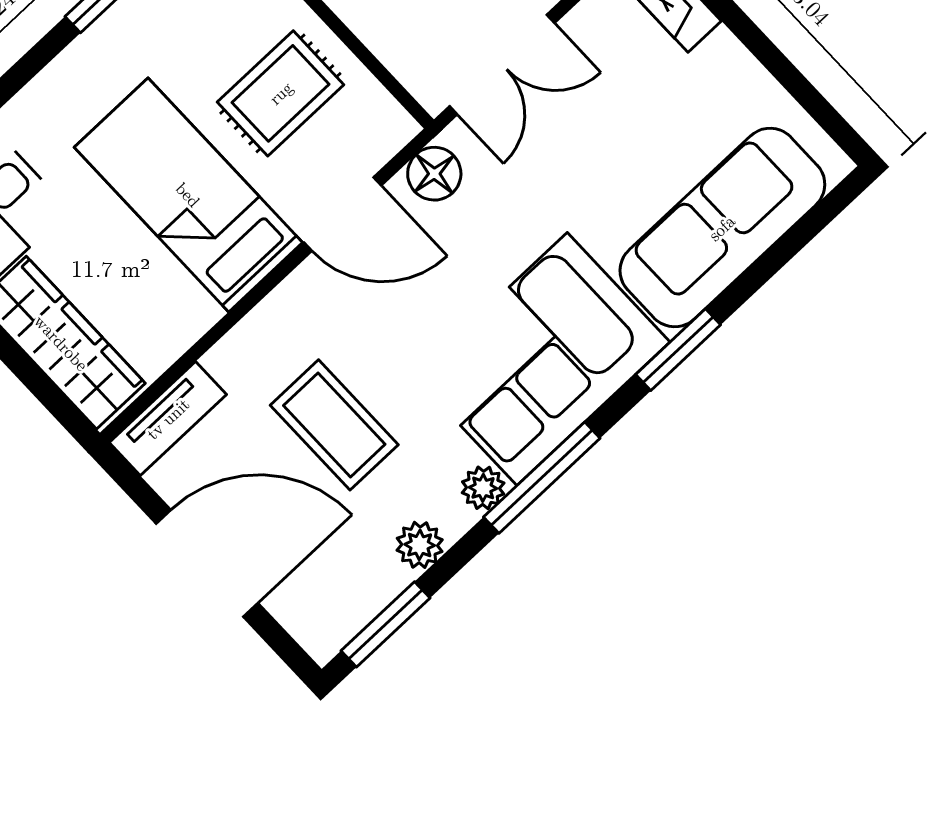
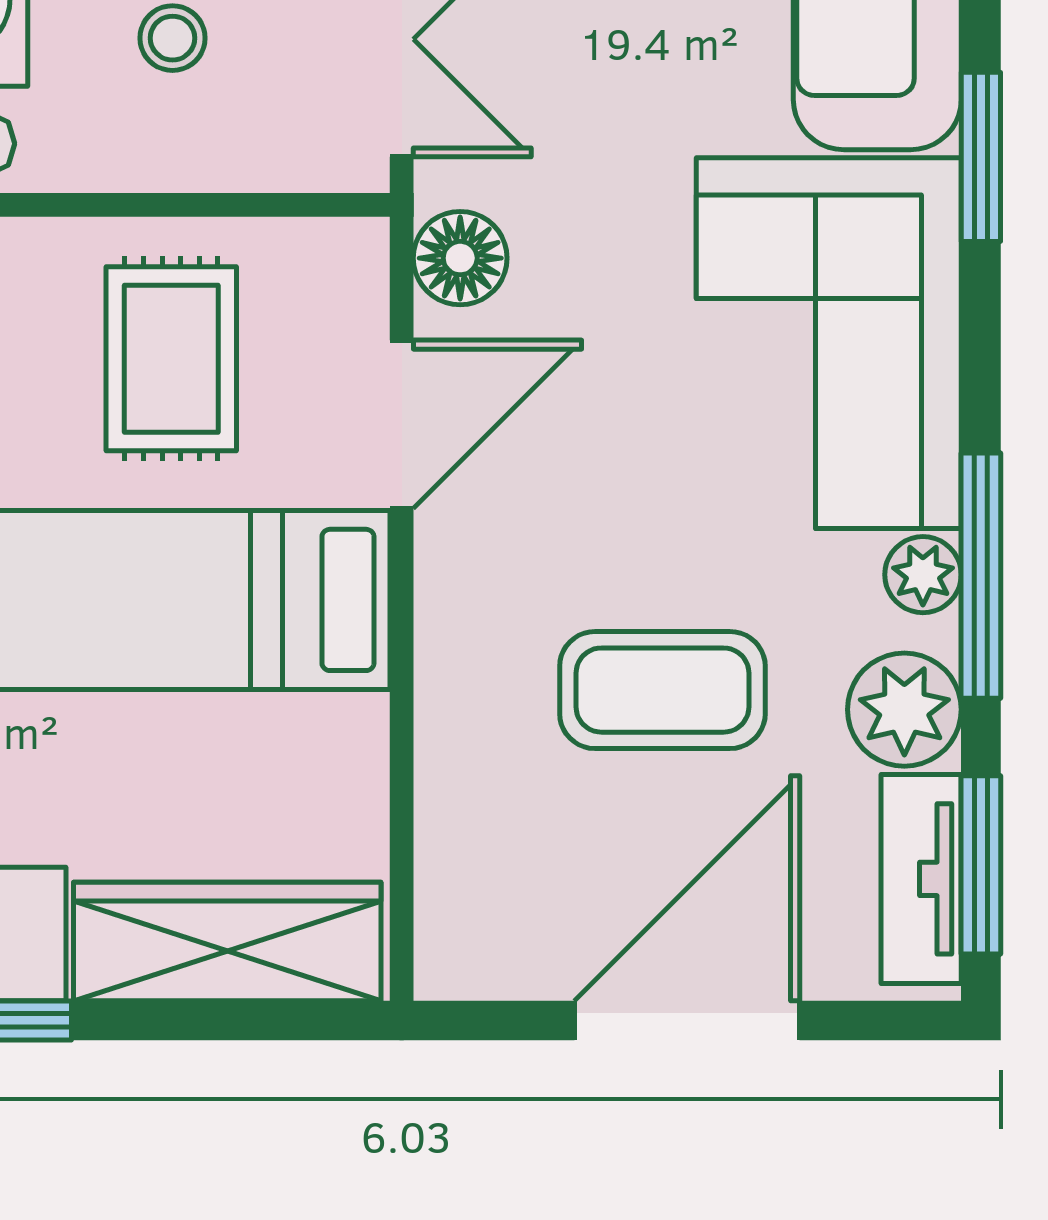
tv unit: (168, 419) -> (921, 879), moved, turned 180
window: (542, 478) -> (981, 576), moved
plant: (420, 545) -> (904, 710), width x1.38, depth x1.38

